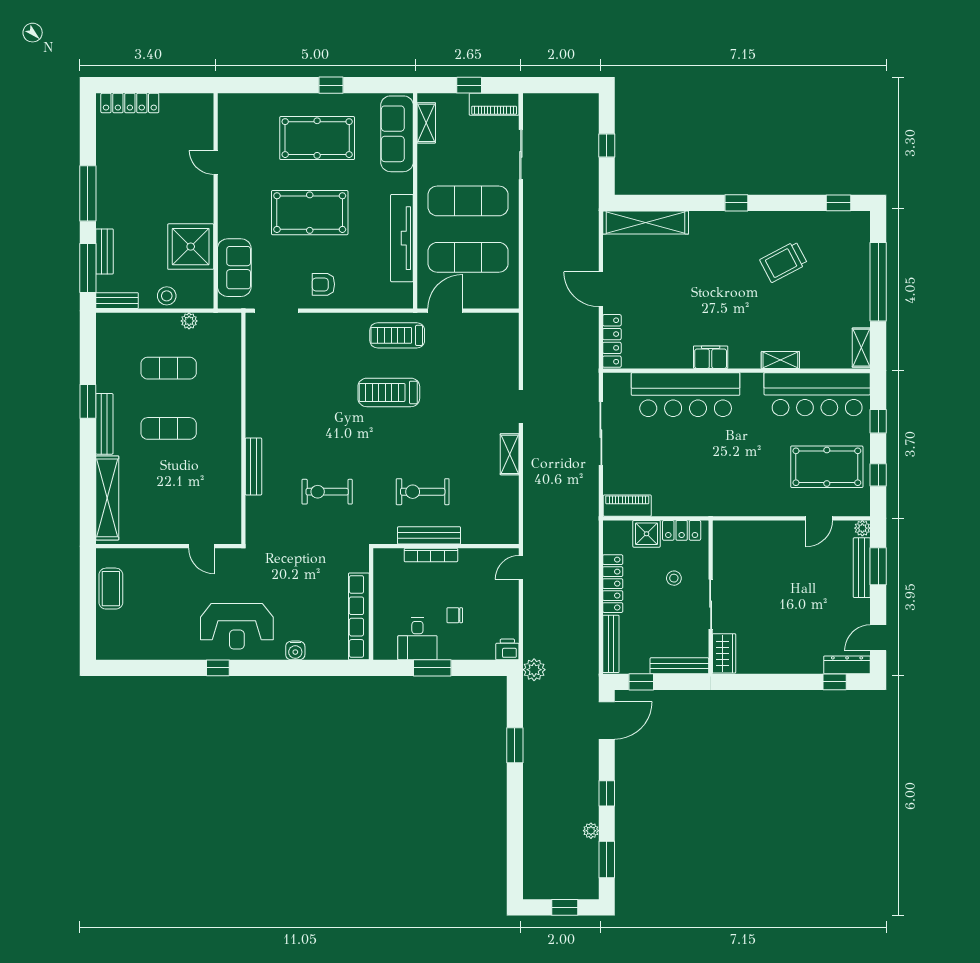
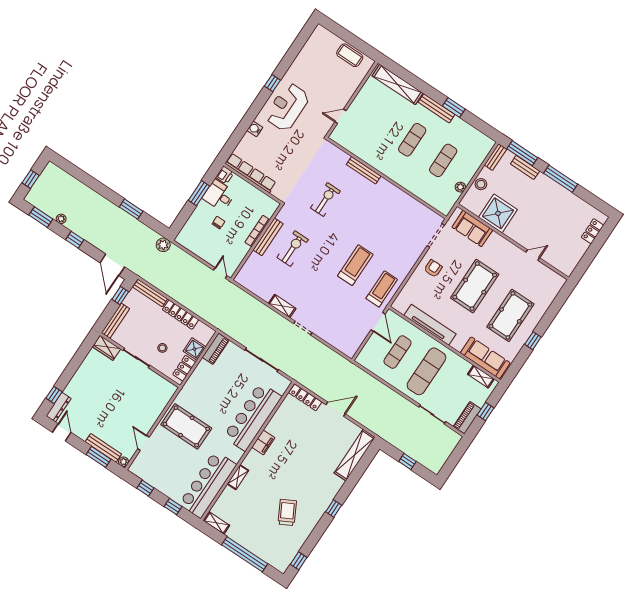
locker: (130, 103) -> (593, 231), width x0.66
exercise mat: (468, 257) -> (398, 352), width x0.73, depth x0.69
pool table: (827, 467) -> (186, 426), moved, turned 90
printer: (507, 649) -> (225, 175), moved

